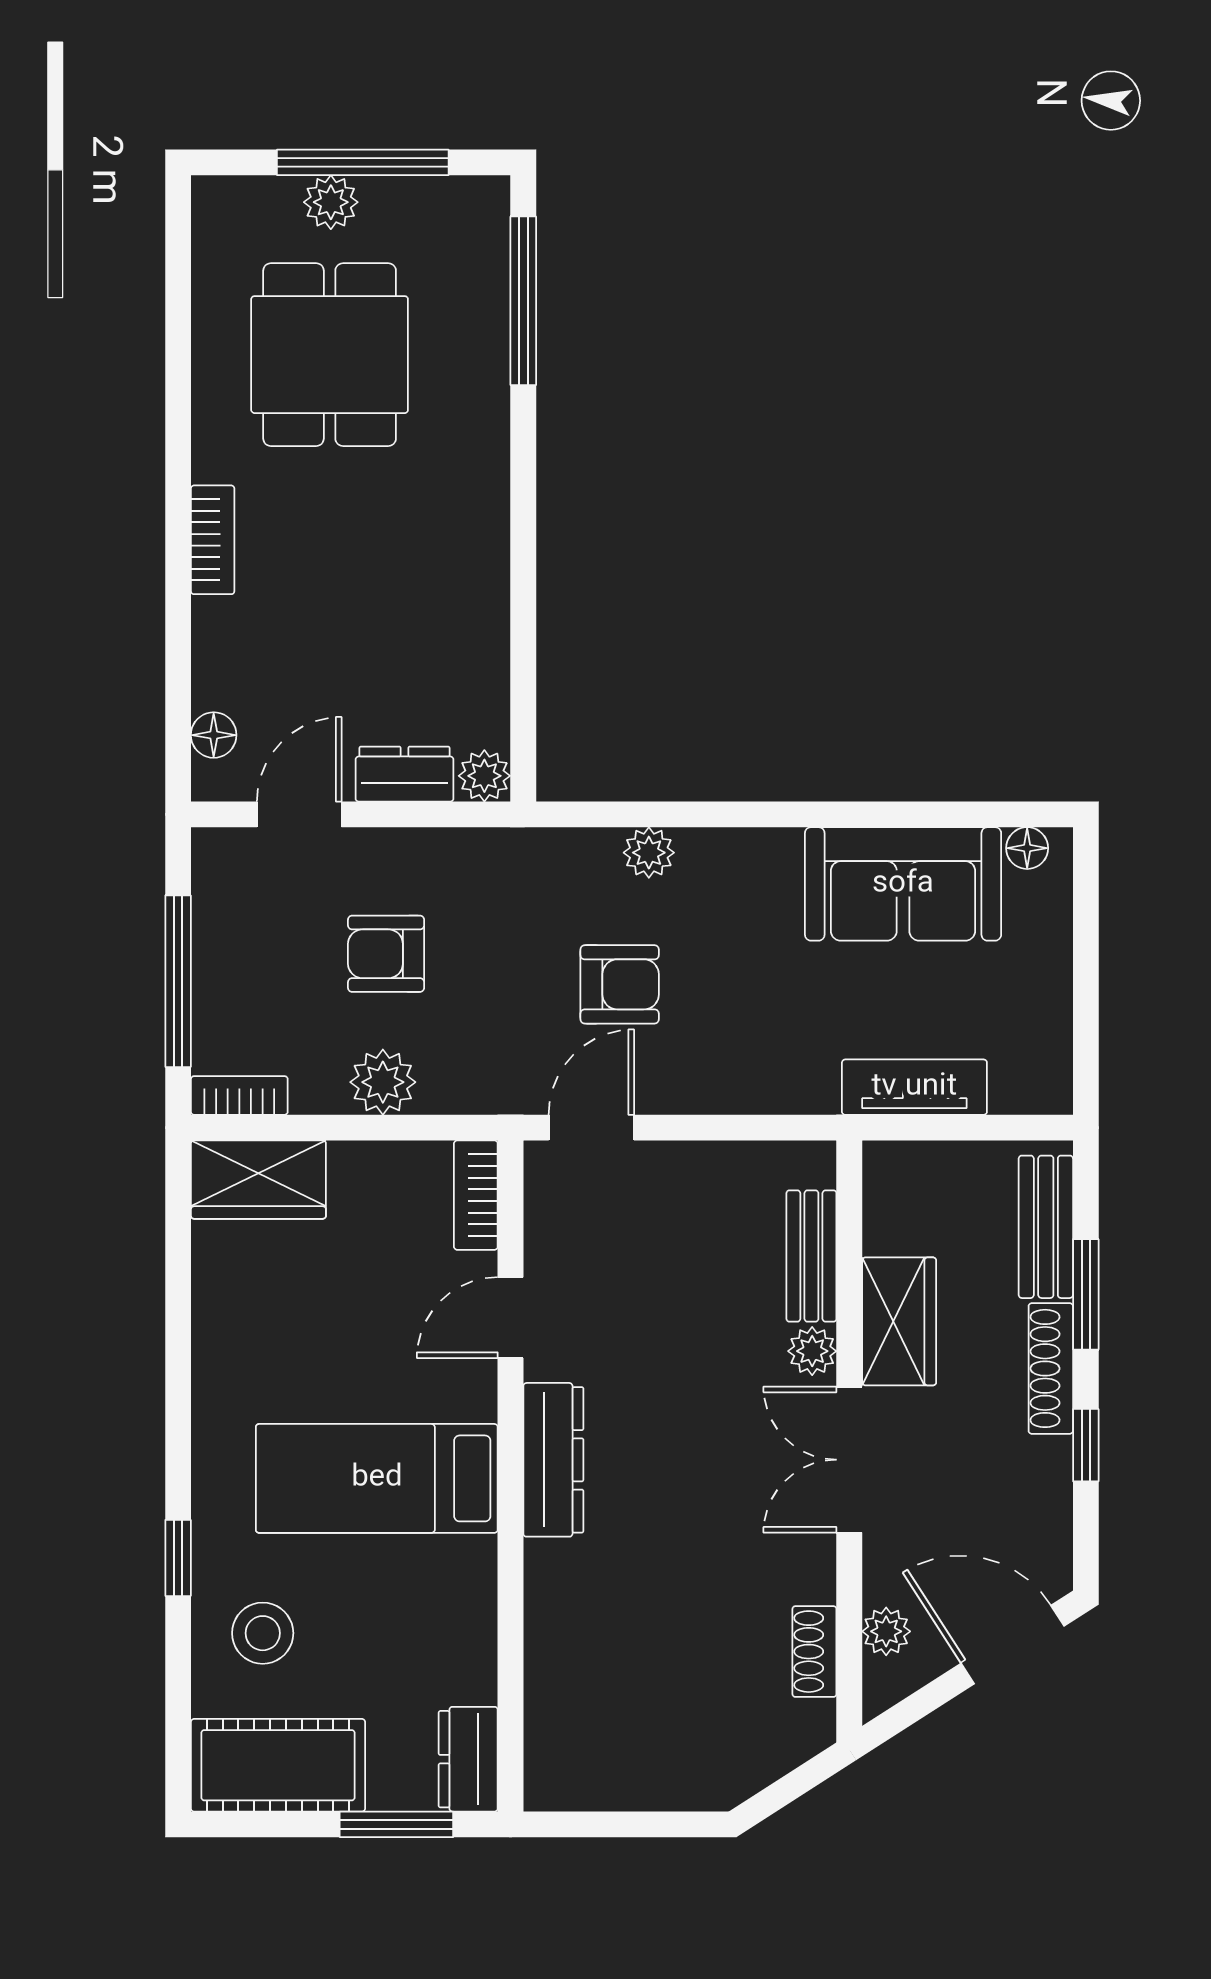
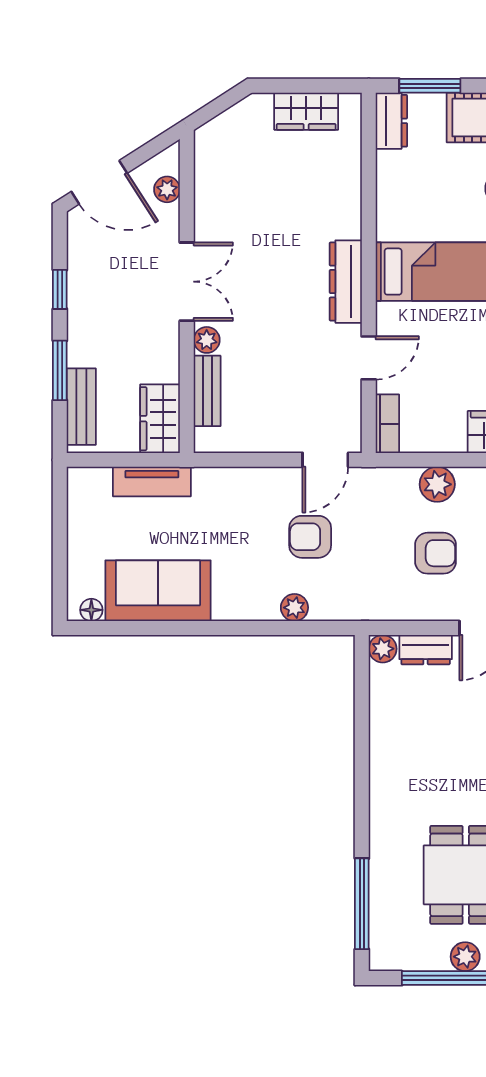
wardrobe: (899, 1321) -> (160, 419), moved
shoe rack: (1051, 1368) -> (79, 331), removed
shoe rack: (814, 1652) -> (206, 179), removed
wardrobe: (627, 1777) -> (306, 111), added

